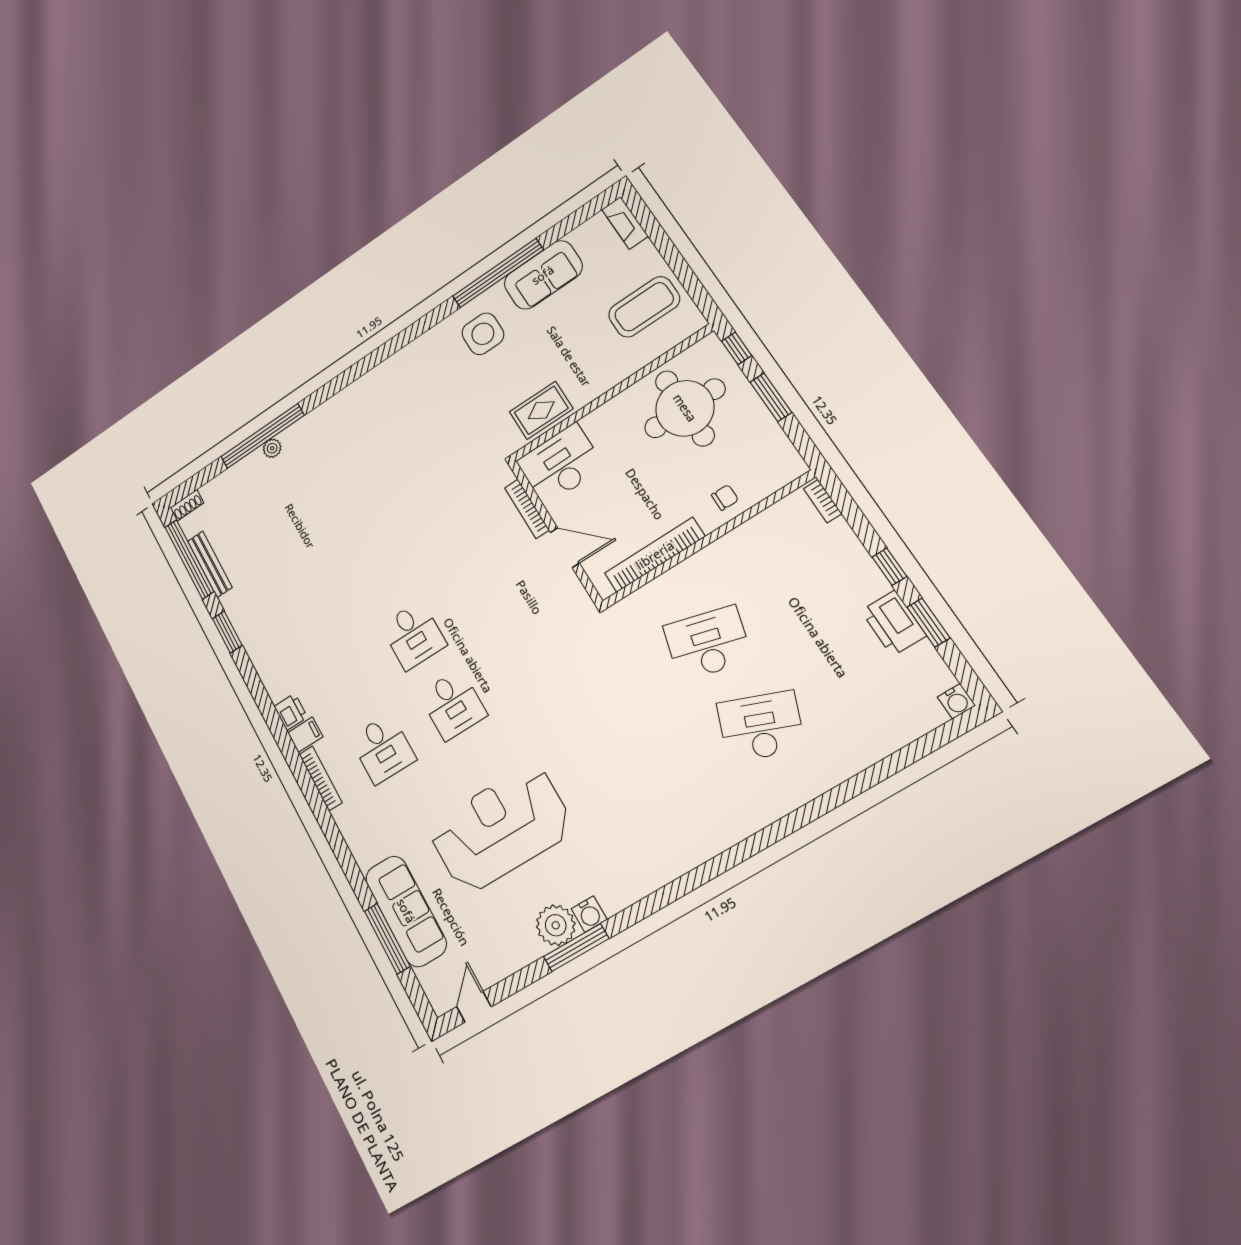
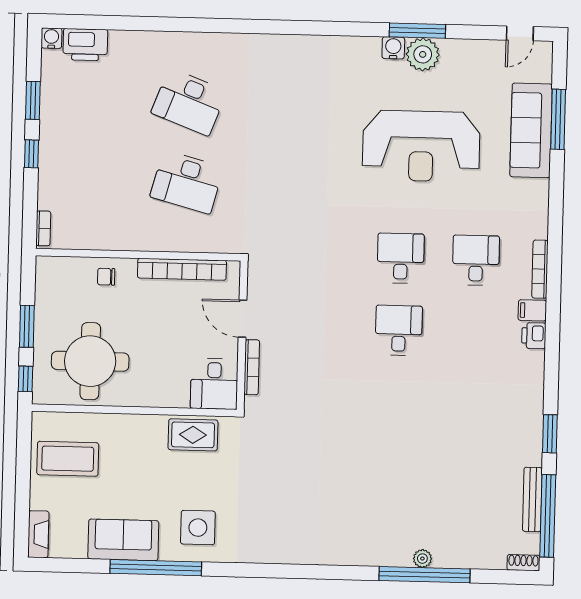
desk: (560, 464) -> (214, 384), width x0.73
printer: (894, 623) -> (85, 45), moved, turned 90

